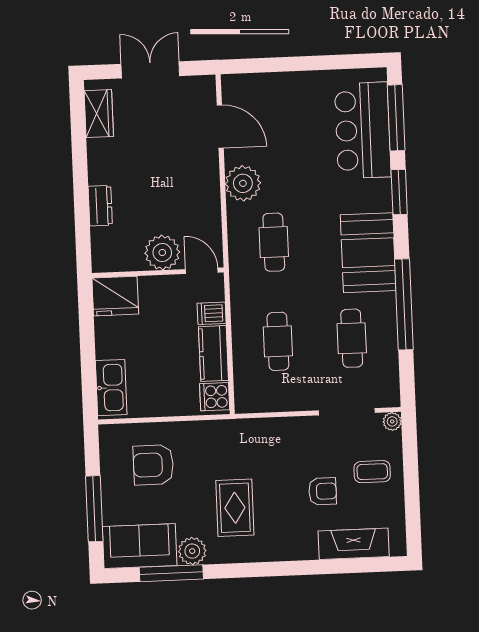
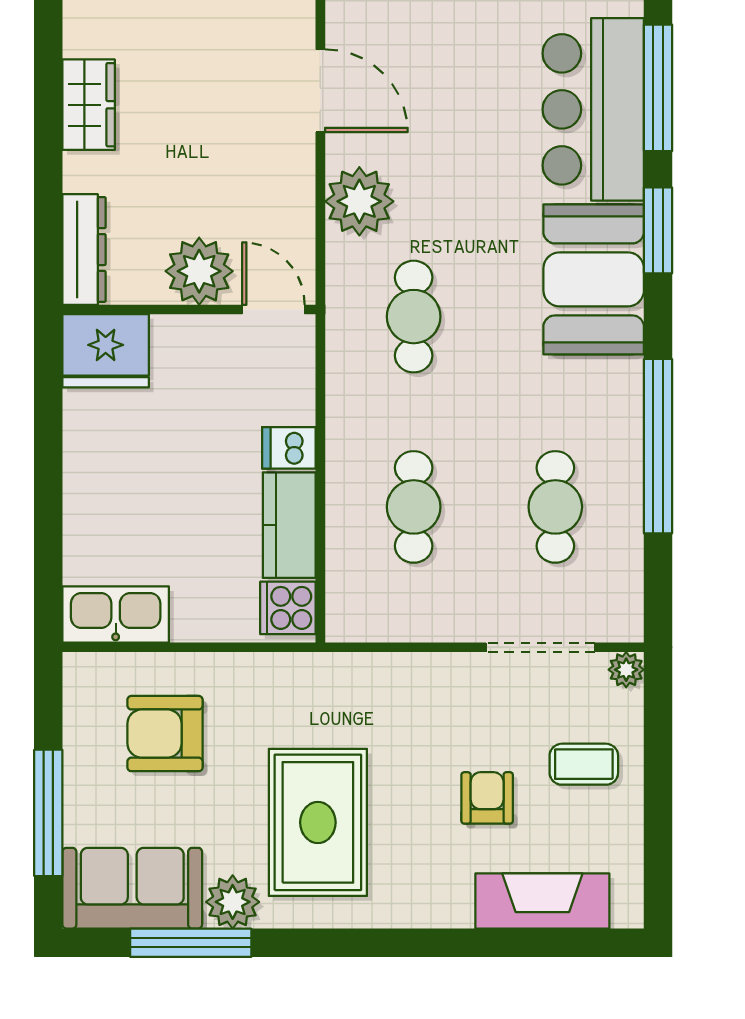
wardrobe: (99, 114) -> (89, 105), moved
dresser: (100, 206) -> (84, 250), width x1.44
plant: (162, 253) -> (199, 271), moved
booth: (368, 253) -> (594, 279), moved
door: (202, 271) -> (273, 310), moved
wall: (158, 273) -> (189, 310), moved
fridge: (115, 296) -> (106, 351), moved
kitchen sink: (111, 388) -> (116, 614), moved, turned -90
armchair: (323, 491) -> (487, 798), turned -90
rug: (235, 508) -> (318, 822), width x1.36, depth x1.43

